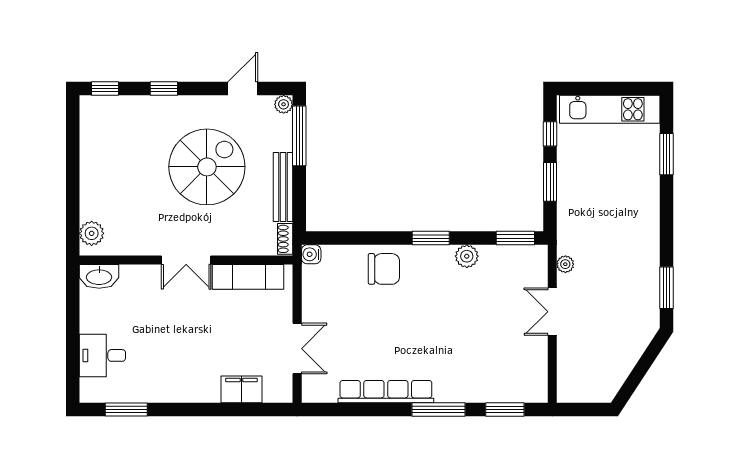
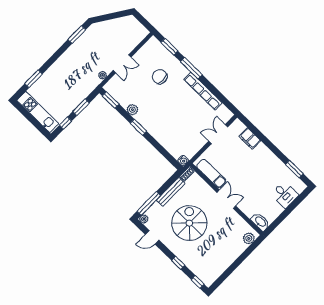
spiral stairs: (207, 167) -> (189, 223), turned 90
chair: (384, 269) -> (160, 77), moved

